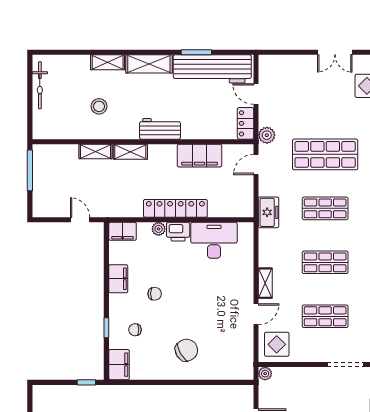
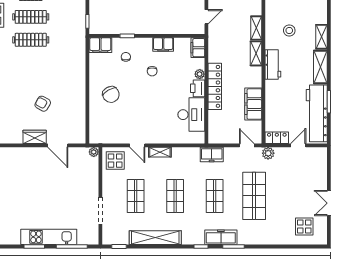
workbench: (160, 129) -> (273, 65), moved

